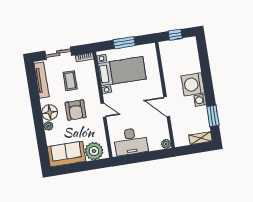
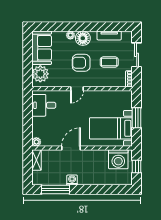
bed with nightstands: (122, 71) -> (111, 128), moved, turned 90
tv unit: (42, 80) -> (109, 35), width x0.71
washing machine: (193, 84) -> (118, 159), moved, turned 180
window: (213, 116) -> (56, 190), width x1.44
shelving: (201, 138) -> (37, 160), moved
desk: (131, 142) -> (44, 105), width x0.73

